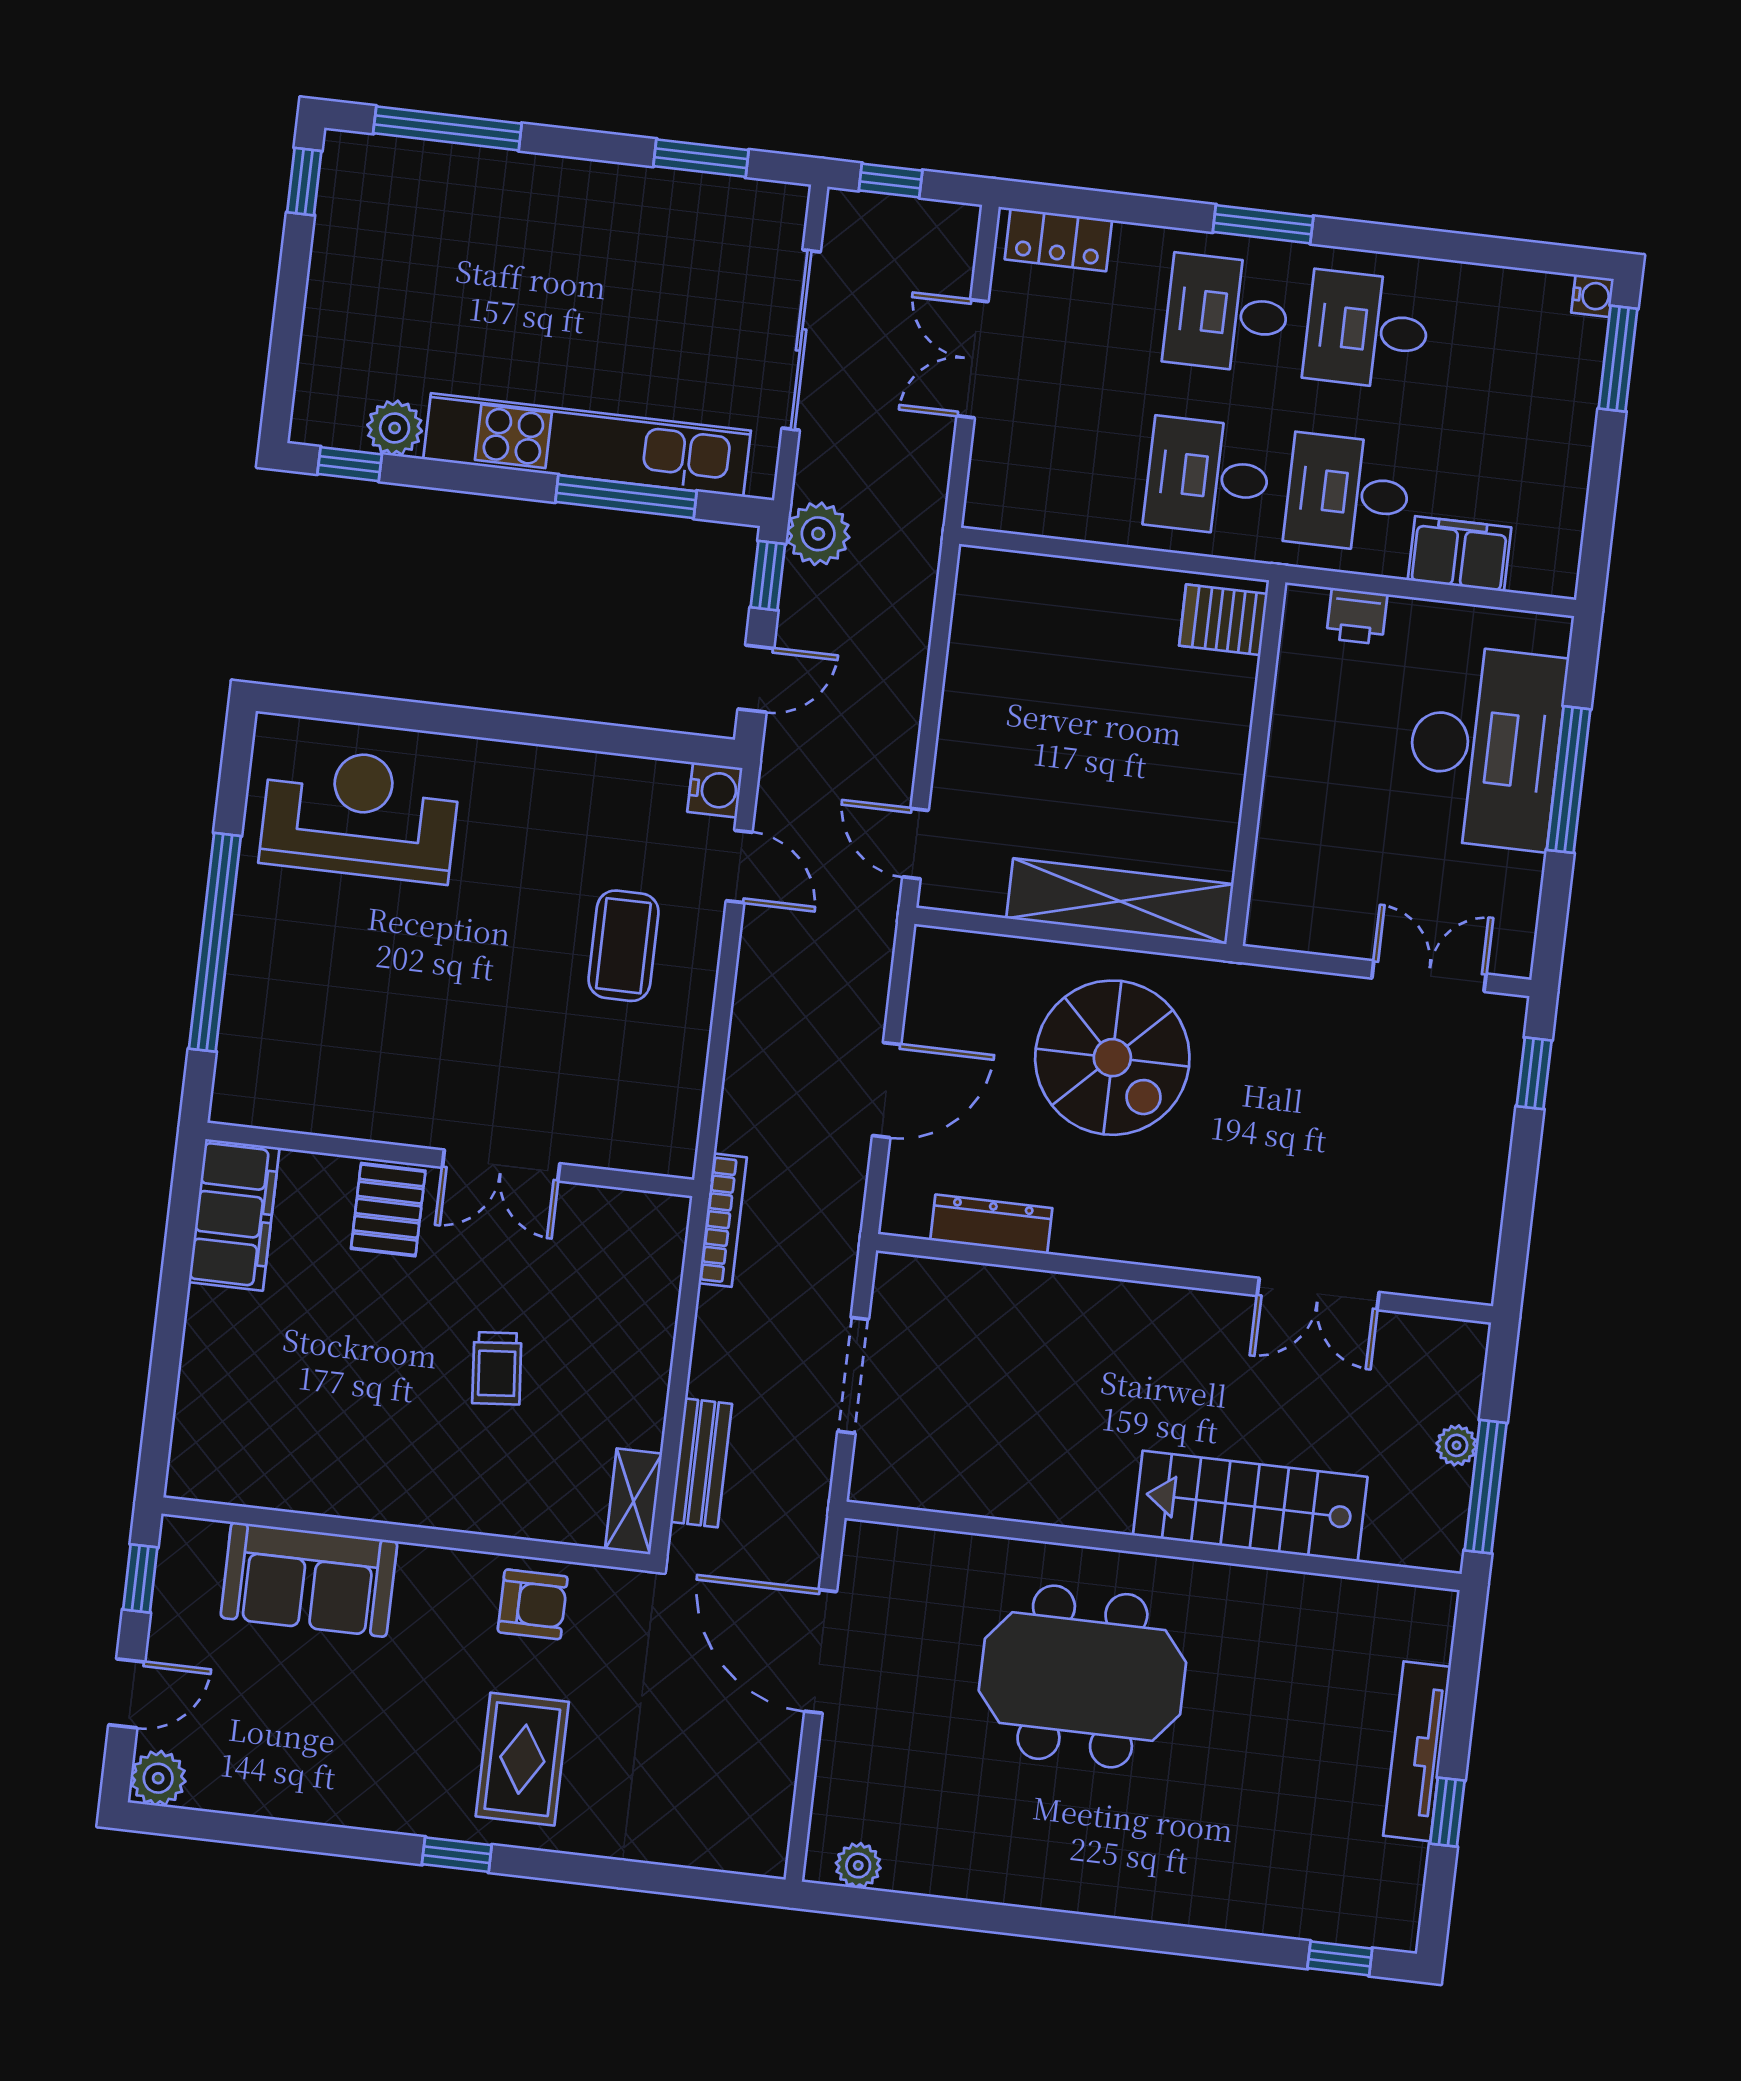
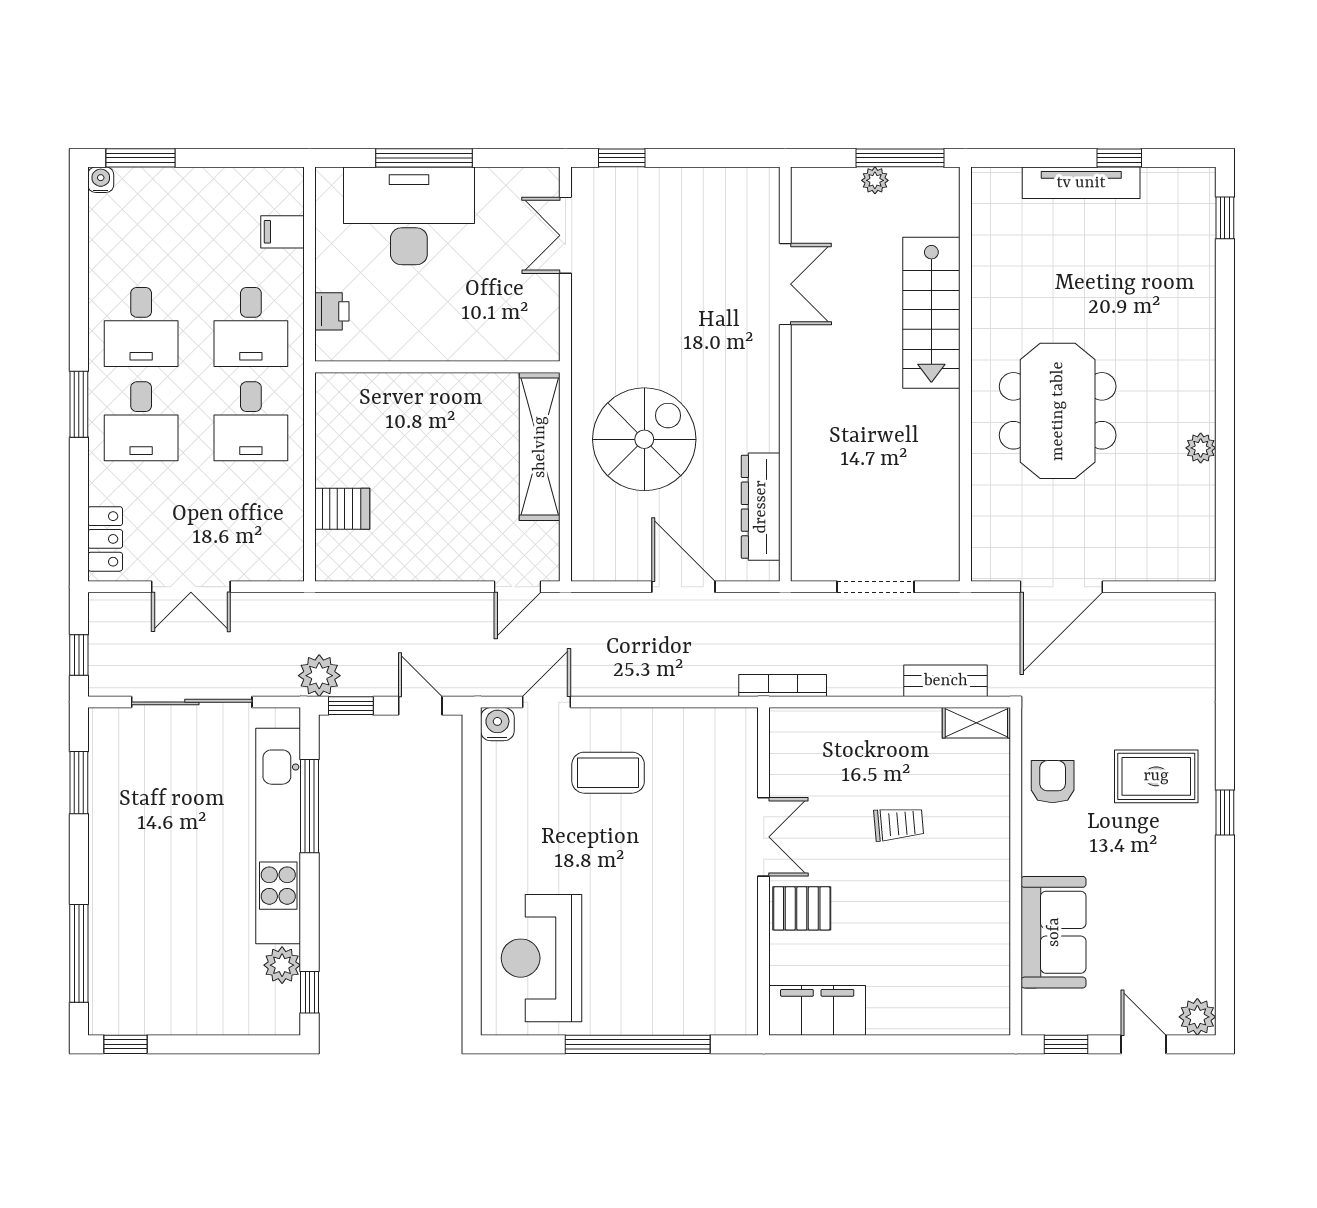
filing cabinet: (1459, 554) -> (282, 232), width x0.50
server rack: (1223, 620) -> (342, 509), moved, turned -90
dresser: (991, 1224) -> (761, 507), width x1.37, depth x1.24
plant: (858, 1865) -> (1201, 448), moved

